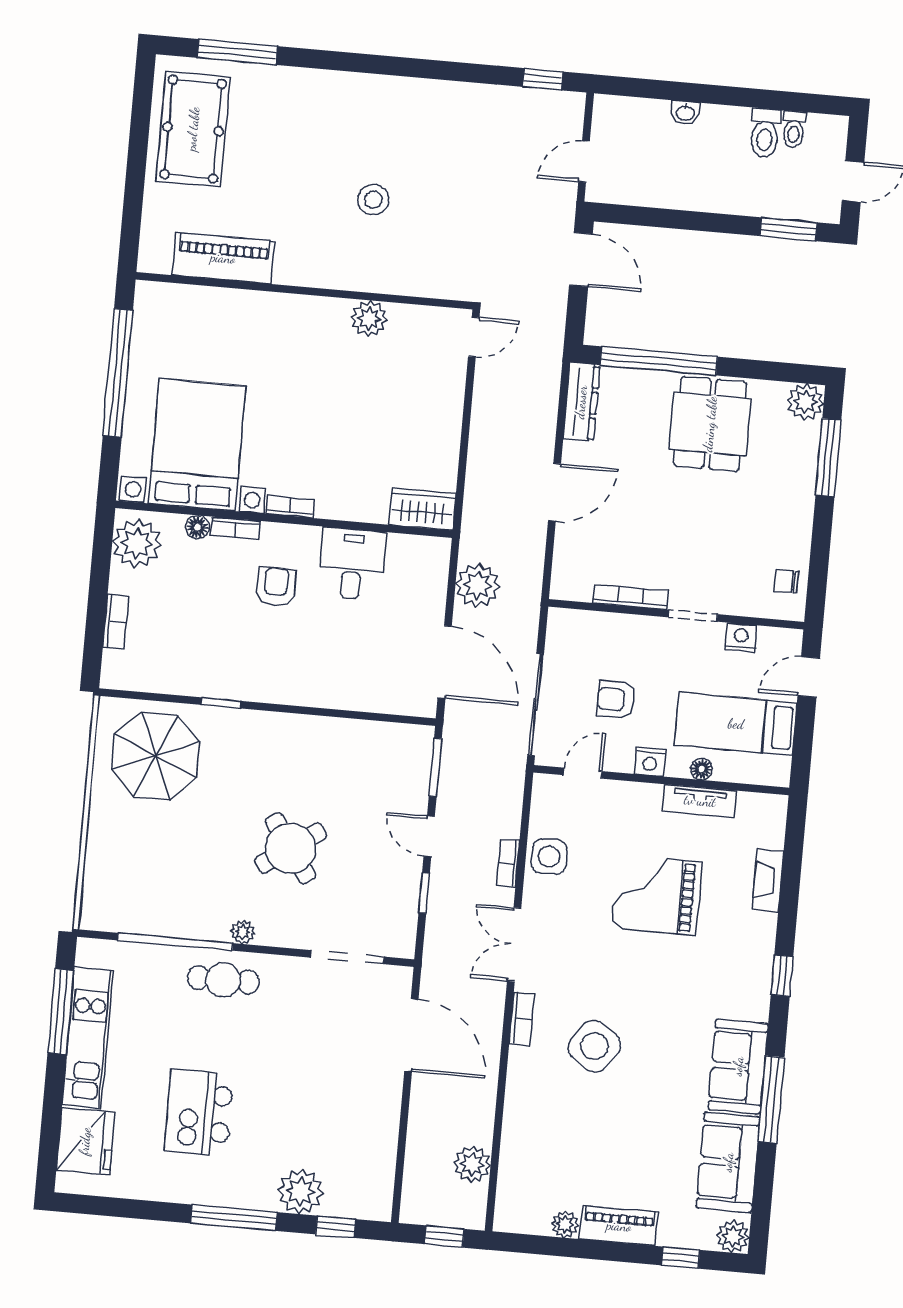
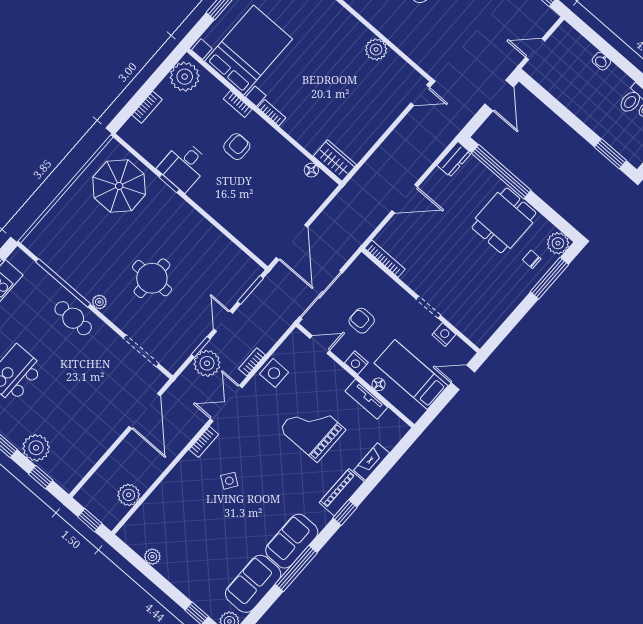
dresser: (581, 402) -> (454, 159), width x0.70
floor lamp: (197, 527) -> (311, 170), moved
desk: (352, 564) -> (184, 166), moved, turned 180
chair: (786, 581) -> (532, 259), moved
plant: (478, 585) -> (207, 363), moved
bookcase: (631, 597) -> (385, 259), moved
round table: (291, 848) -> (152, 278), turned 35
side table: (594, 1046) -> (229, 481), width x0.54, depth x0.54
piano: (619, 1226) -> (342, 492), moved, turned -90

